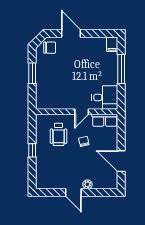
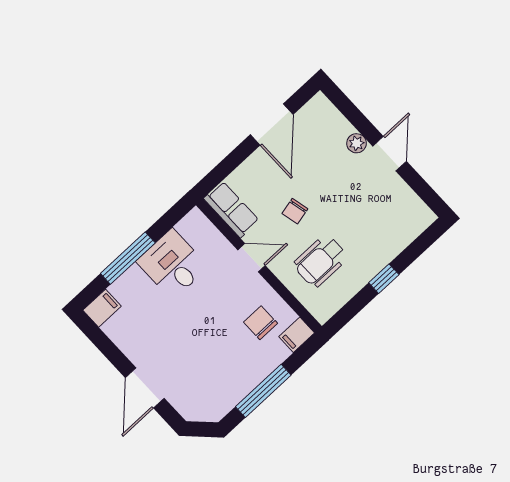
chair: (50, 48) -> (261, 323), moved
window: (32, 73) -> (263, 391), width x1.44
desk: (105, 98) -> (172, 264), moved
filing cabinet: (41, 103) -> (297, 335), added
wheelchair: (59, 134) -> (321, 261), turned 180

